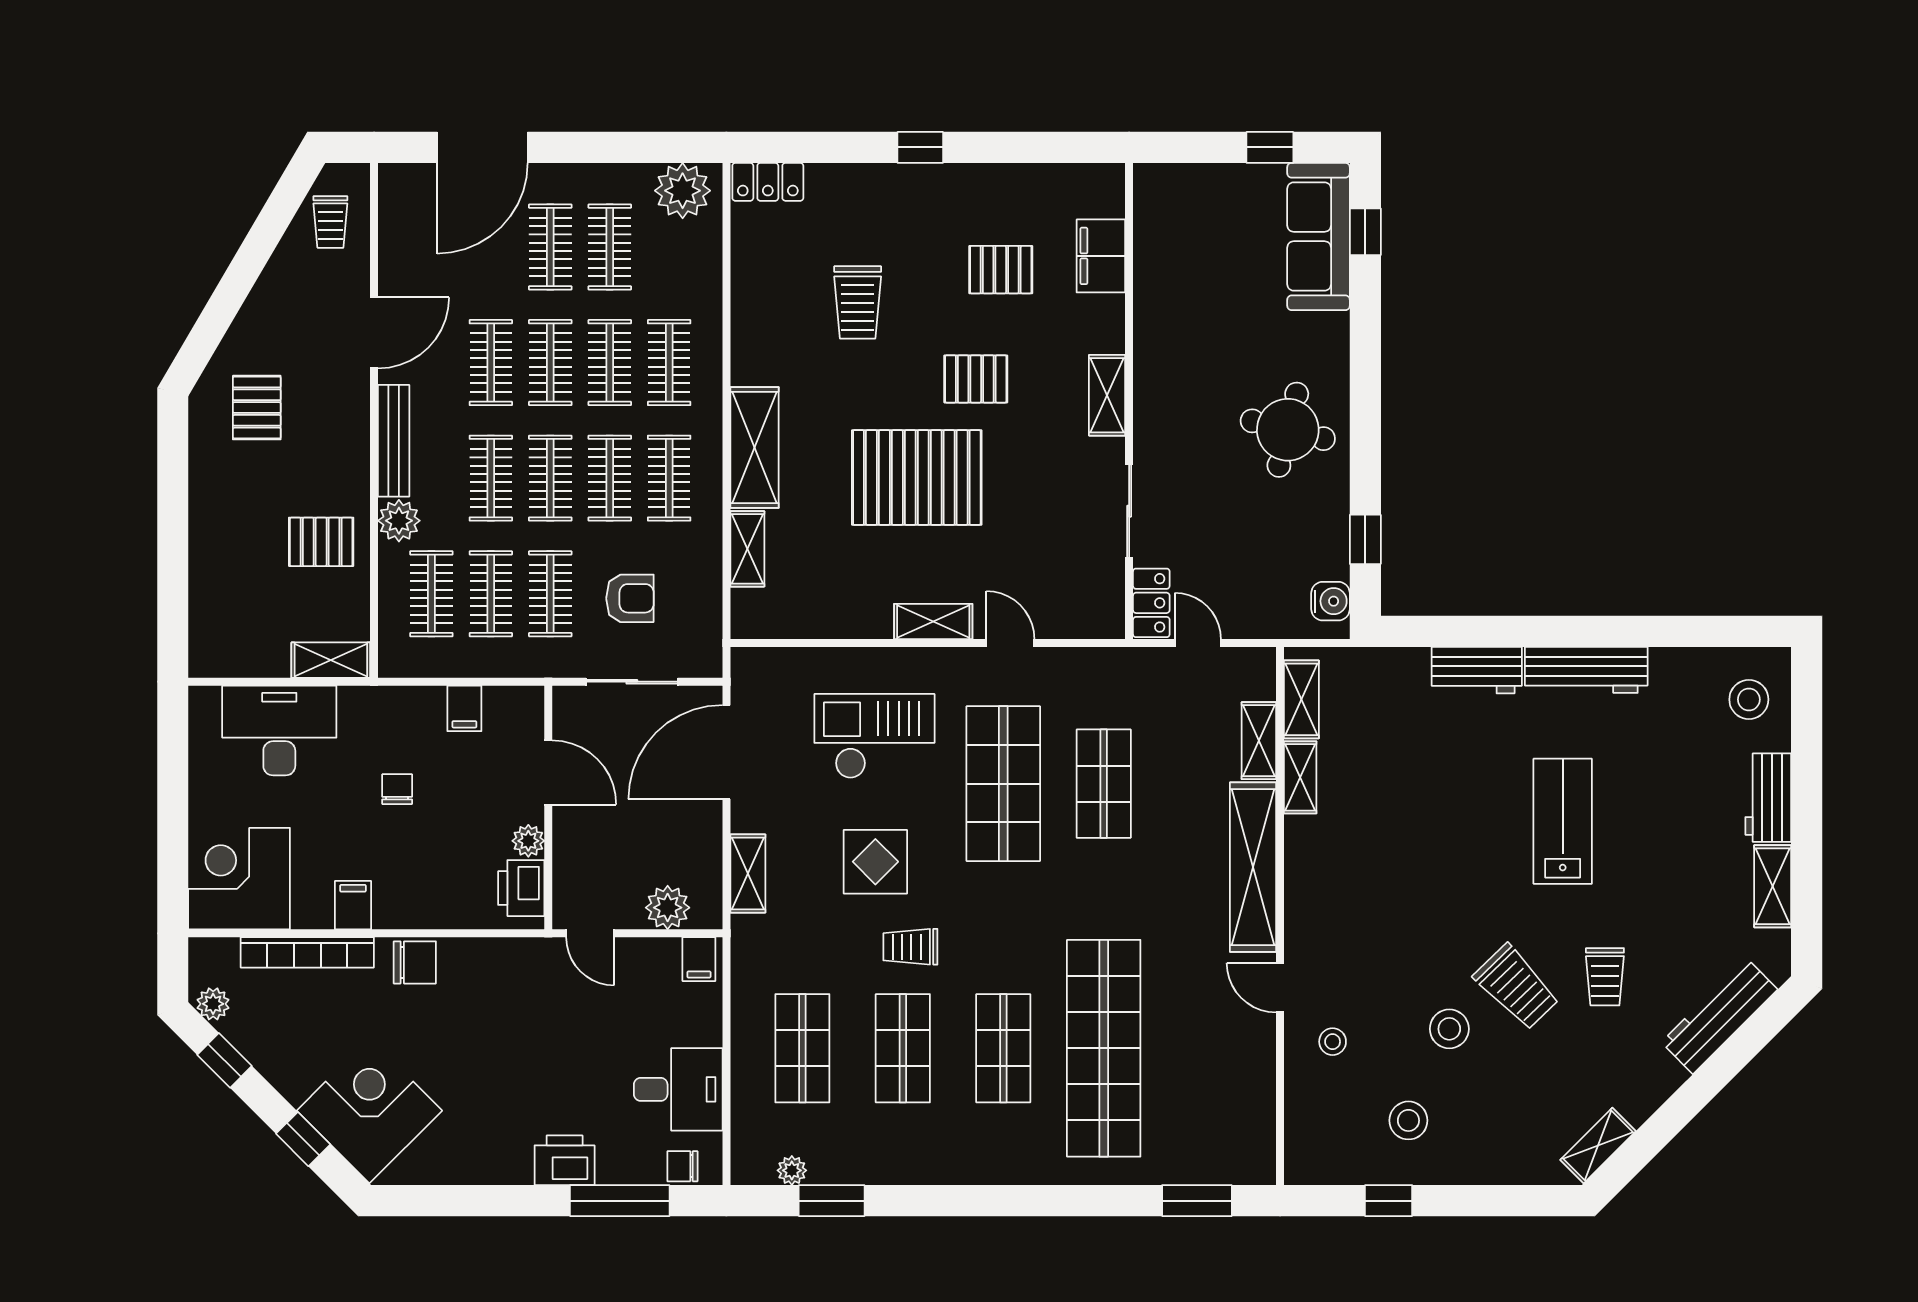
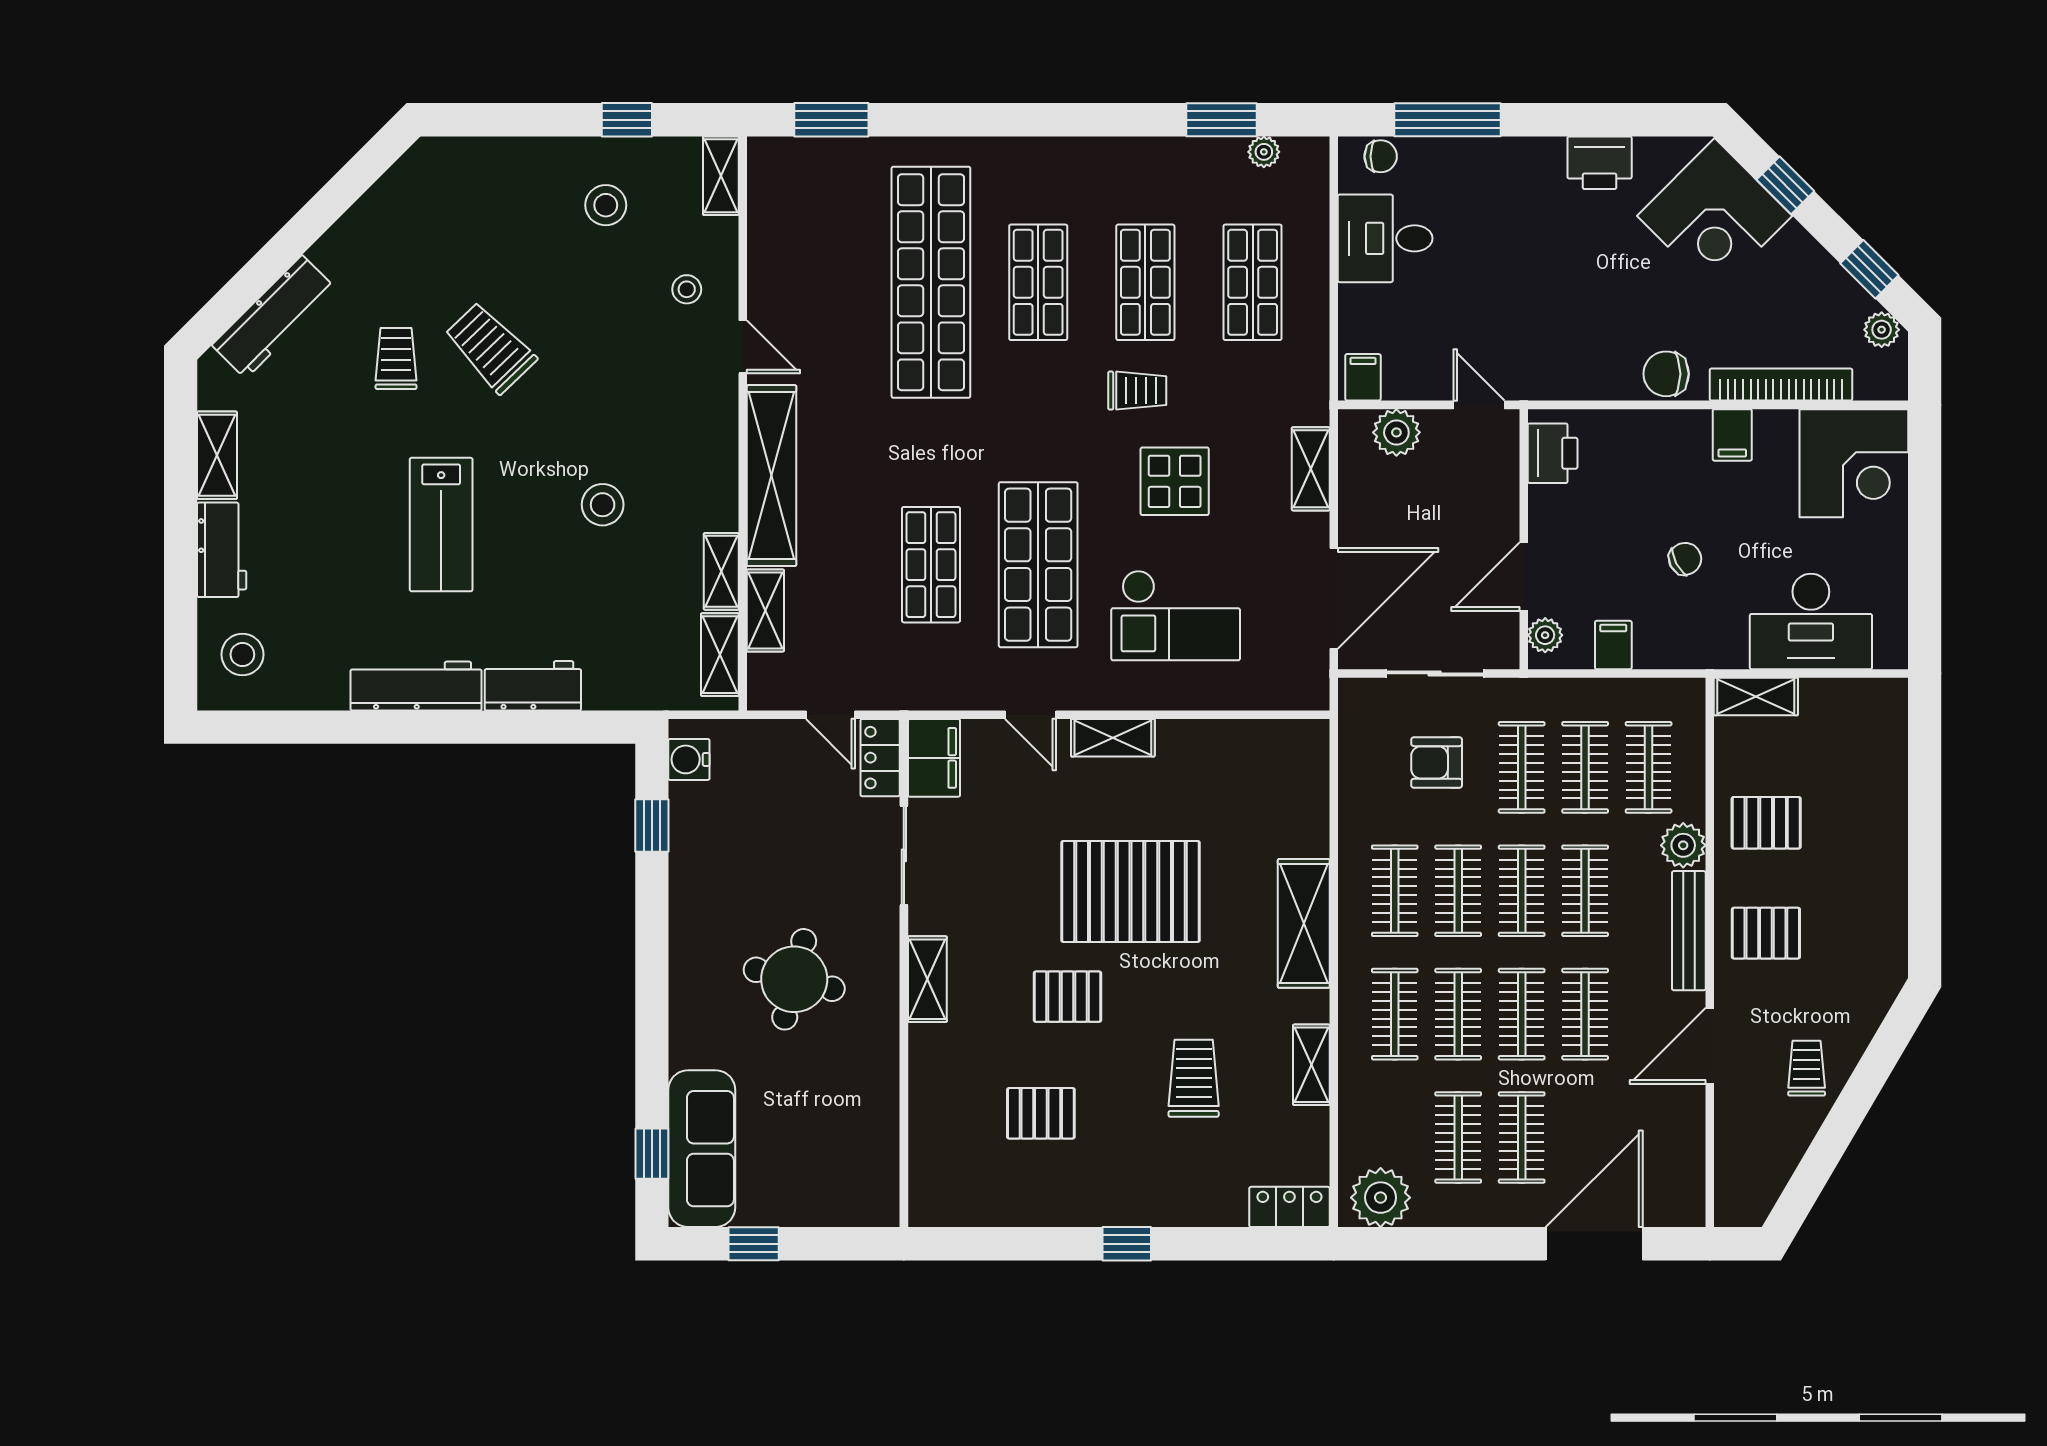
trolley: (330, 222) -> (1807, 1068), moved
filing cabinet: (1101, 256) -> (934, 758), moved
pallet: (257, 408) -> (1766, 933), moved, turned 90
round table: (1288, 430) -> (794, 979), moved
shelving: (747, 549) -> (1311, 1065), moved
door: (548, 772) -> (1524, 577), hinge flipped
chair: (397, 789) -> (1685, 559), turned -118
plant: (528, 841) -> (1545, 635), moved
stool: (1449, 1029) -> (603, 505), moved
shelving: (1598, 1146) -> (721, 176), moved, turned -45
printer: (565, 1160) -> (1600, 163), moved

